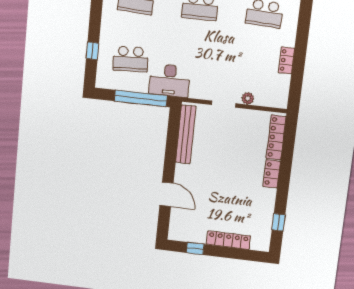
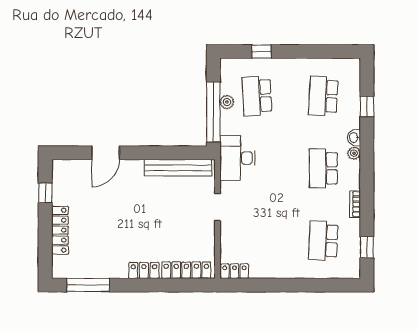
locker: (286, 60) -> (234, 271), moved
desk: (169, 80) -> (237, 158), moved
plant: (248, 98) -> (227, 102), moved
window: (278, 222) -> (88, 285), width x2.17

